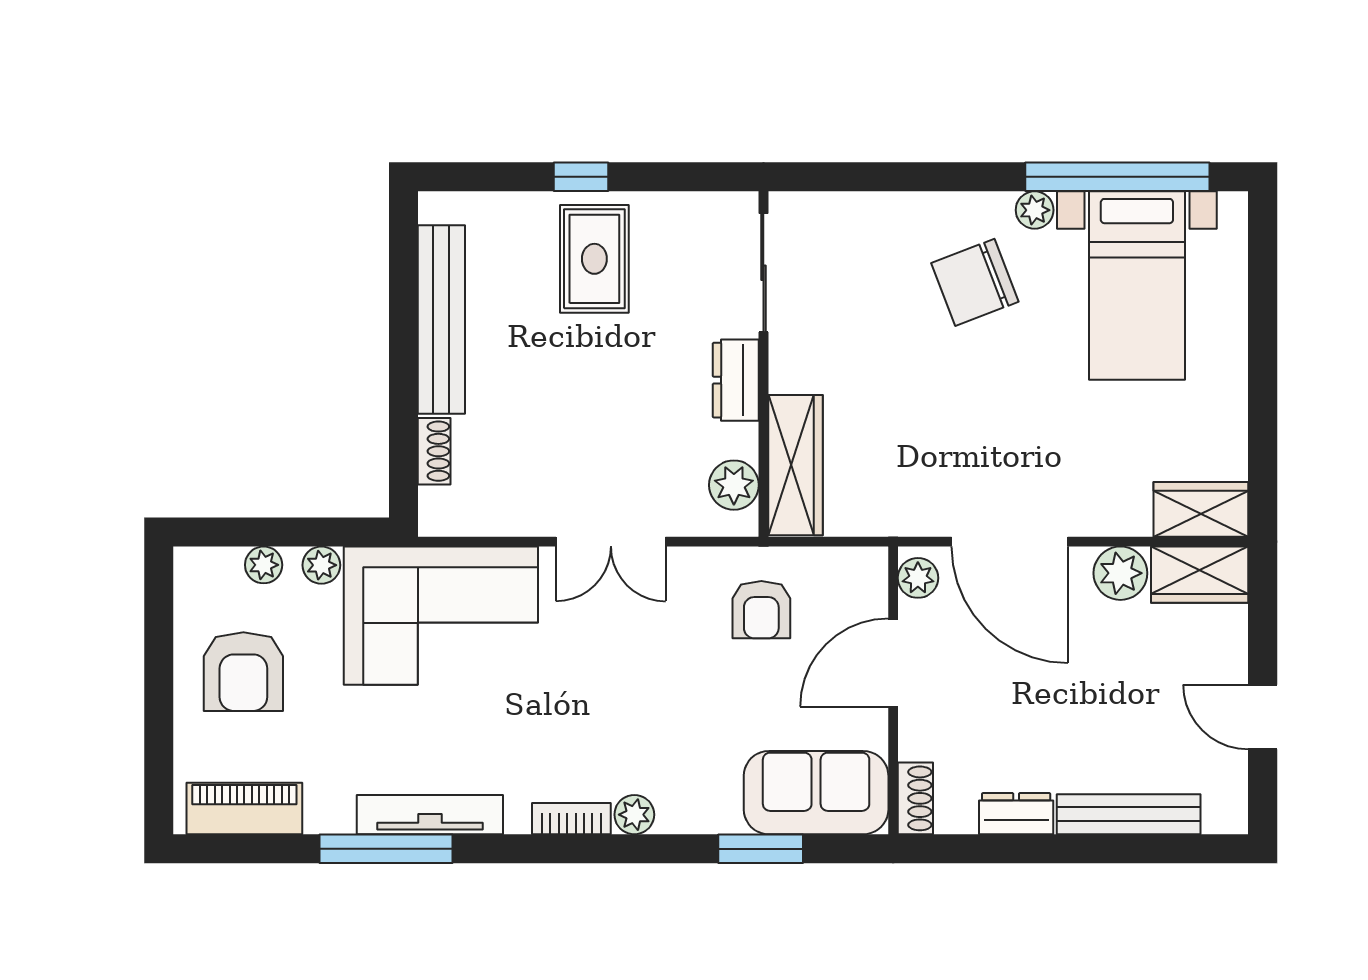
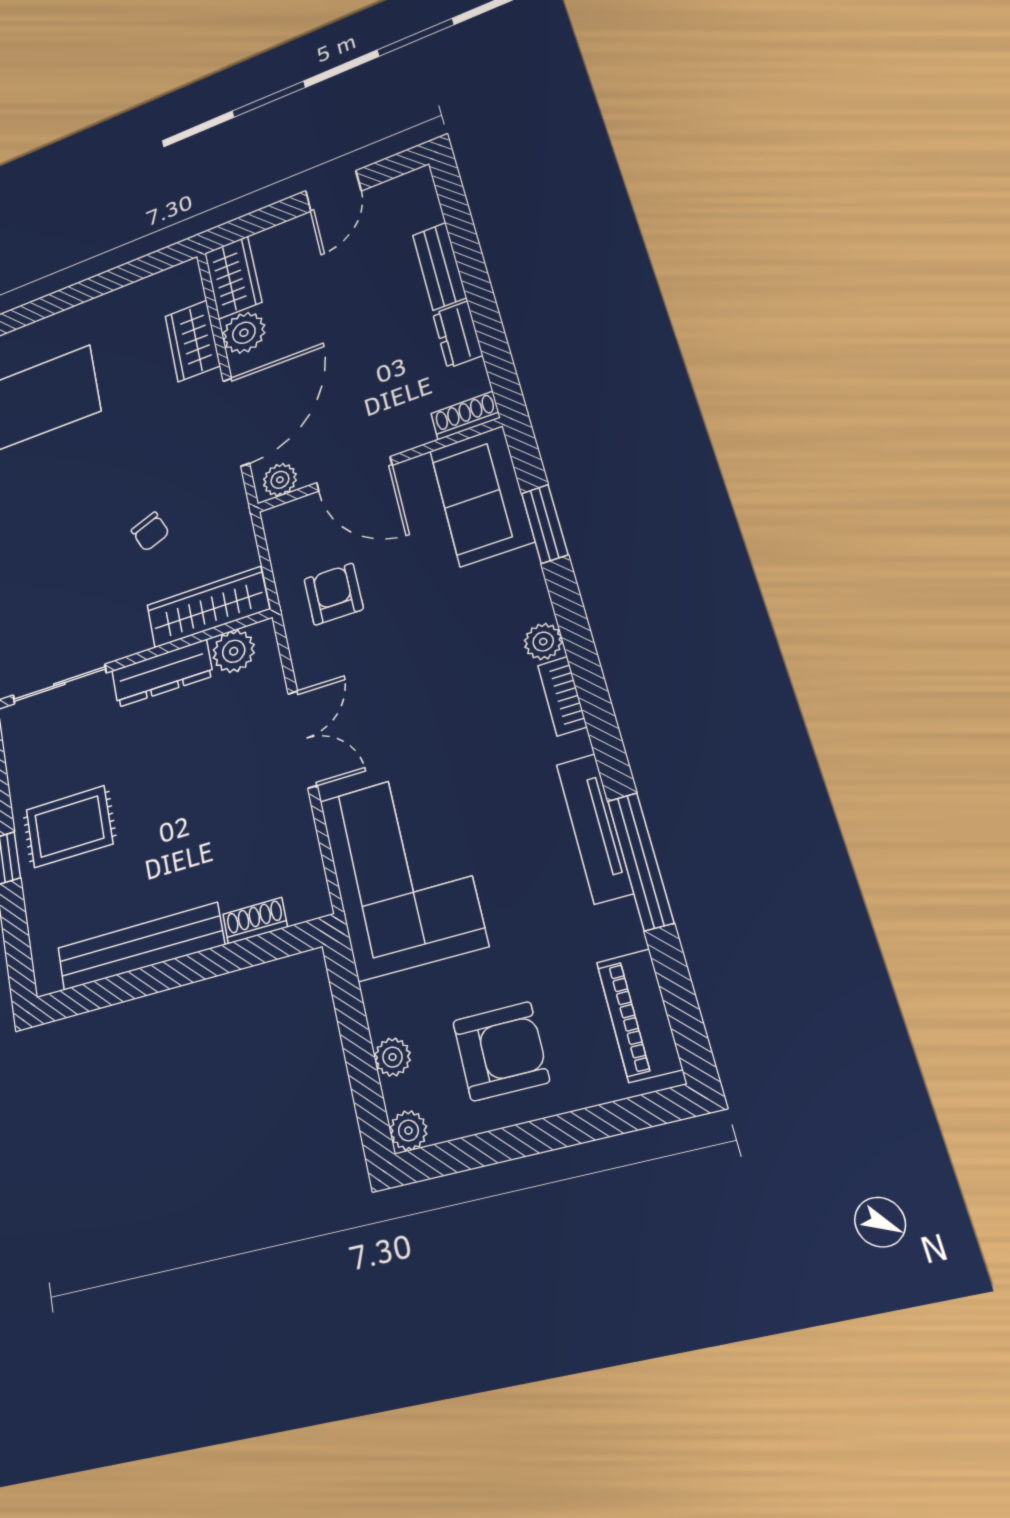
chair: (975, 282) -> (150, 532), moved, width x0.54, depth x0.54
dresser: (736, 380) -> (162, 673), width x1.44
wardrobe: (1201, 509) -> (193, 341), moved
plant: (321, 565) -> (408, 1131), moved
armchair: (761, 610) -> (334, 594), turned -90
bench: (1129, 814) -> (440, 266), width x0.73

